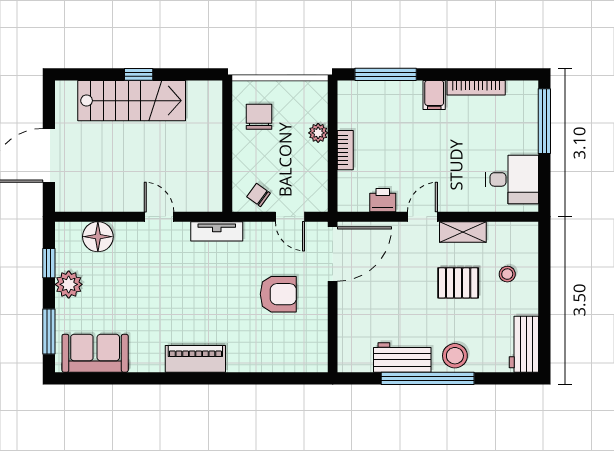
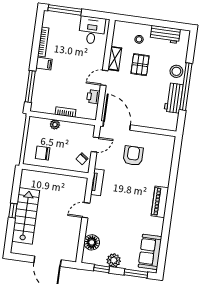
door: (423, 217) -> (104, 78), hinge flipped
workbench: (524, 344) -> (165, 34), moved

